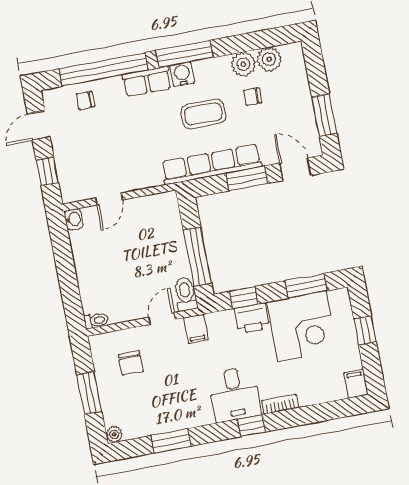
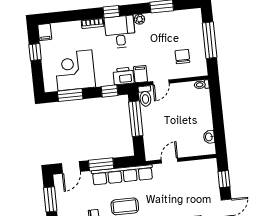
door: (295, 169) -> (71, 167), hinge flipped
door: (109, 199) -> (169, 161), moved
washbasin: (74, 219) -> (209, 137), moved
printer: (252, 318) -> (124, 76), moved
window: (365, 331) -> (35, 52), moved
window: (89, 393) -> (210, 40), width x1.44
plant: (114, 434) -> (139, 19), moved

